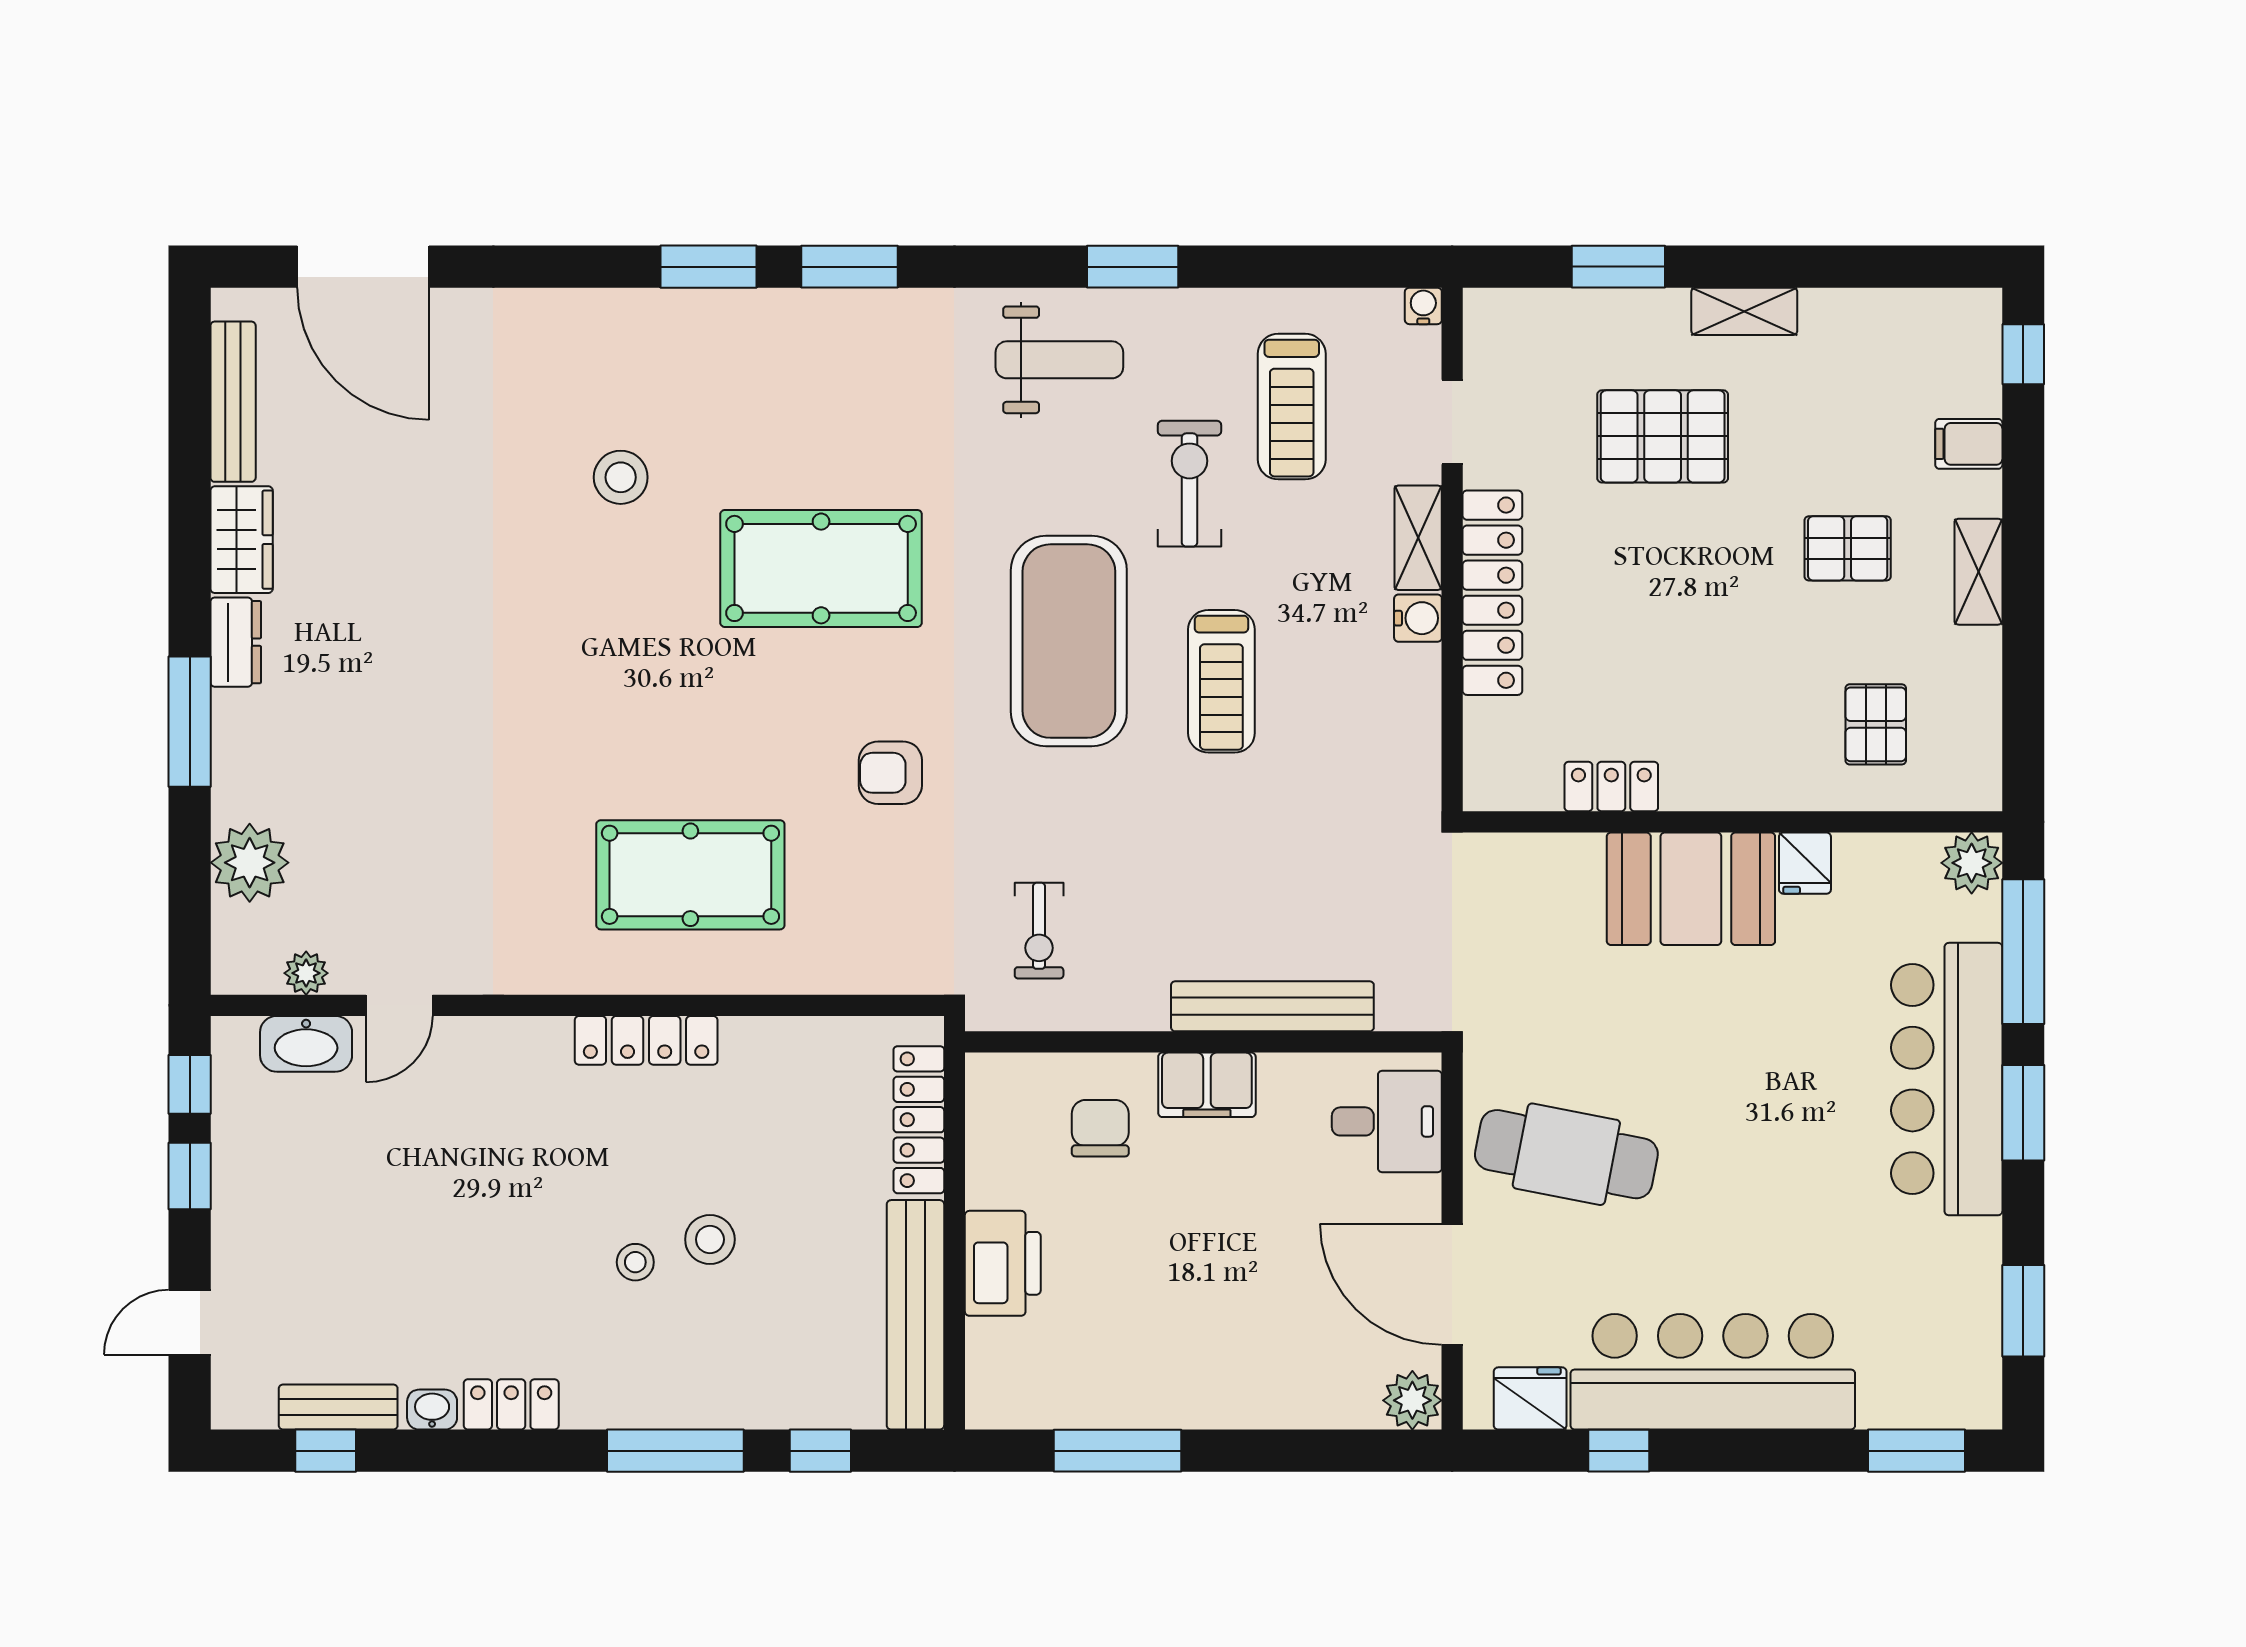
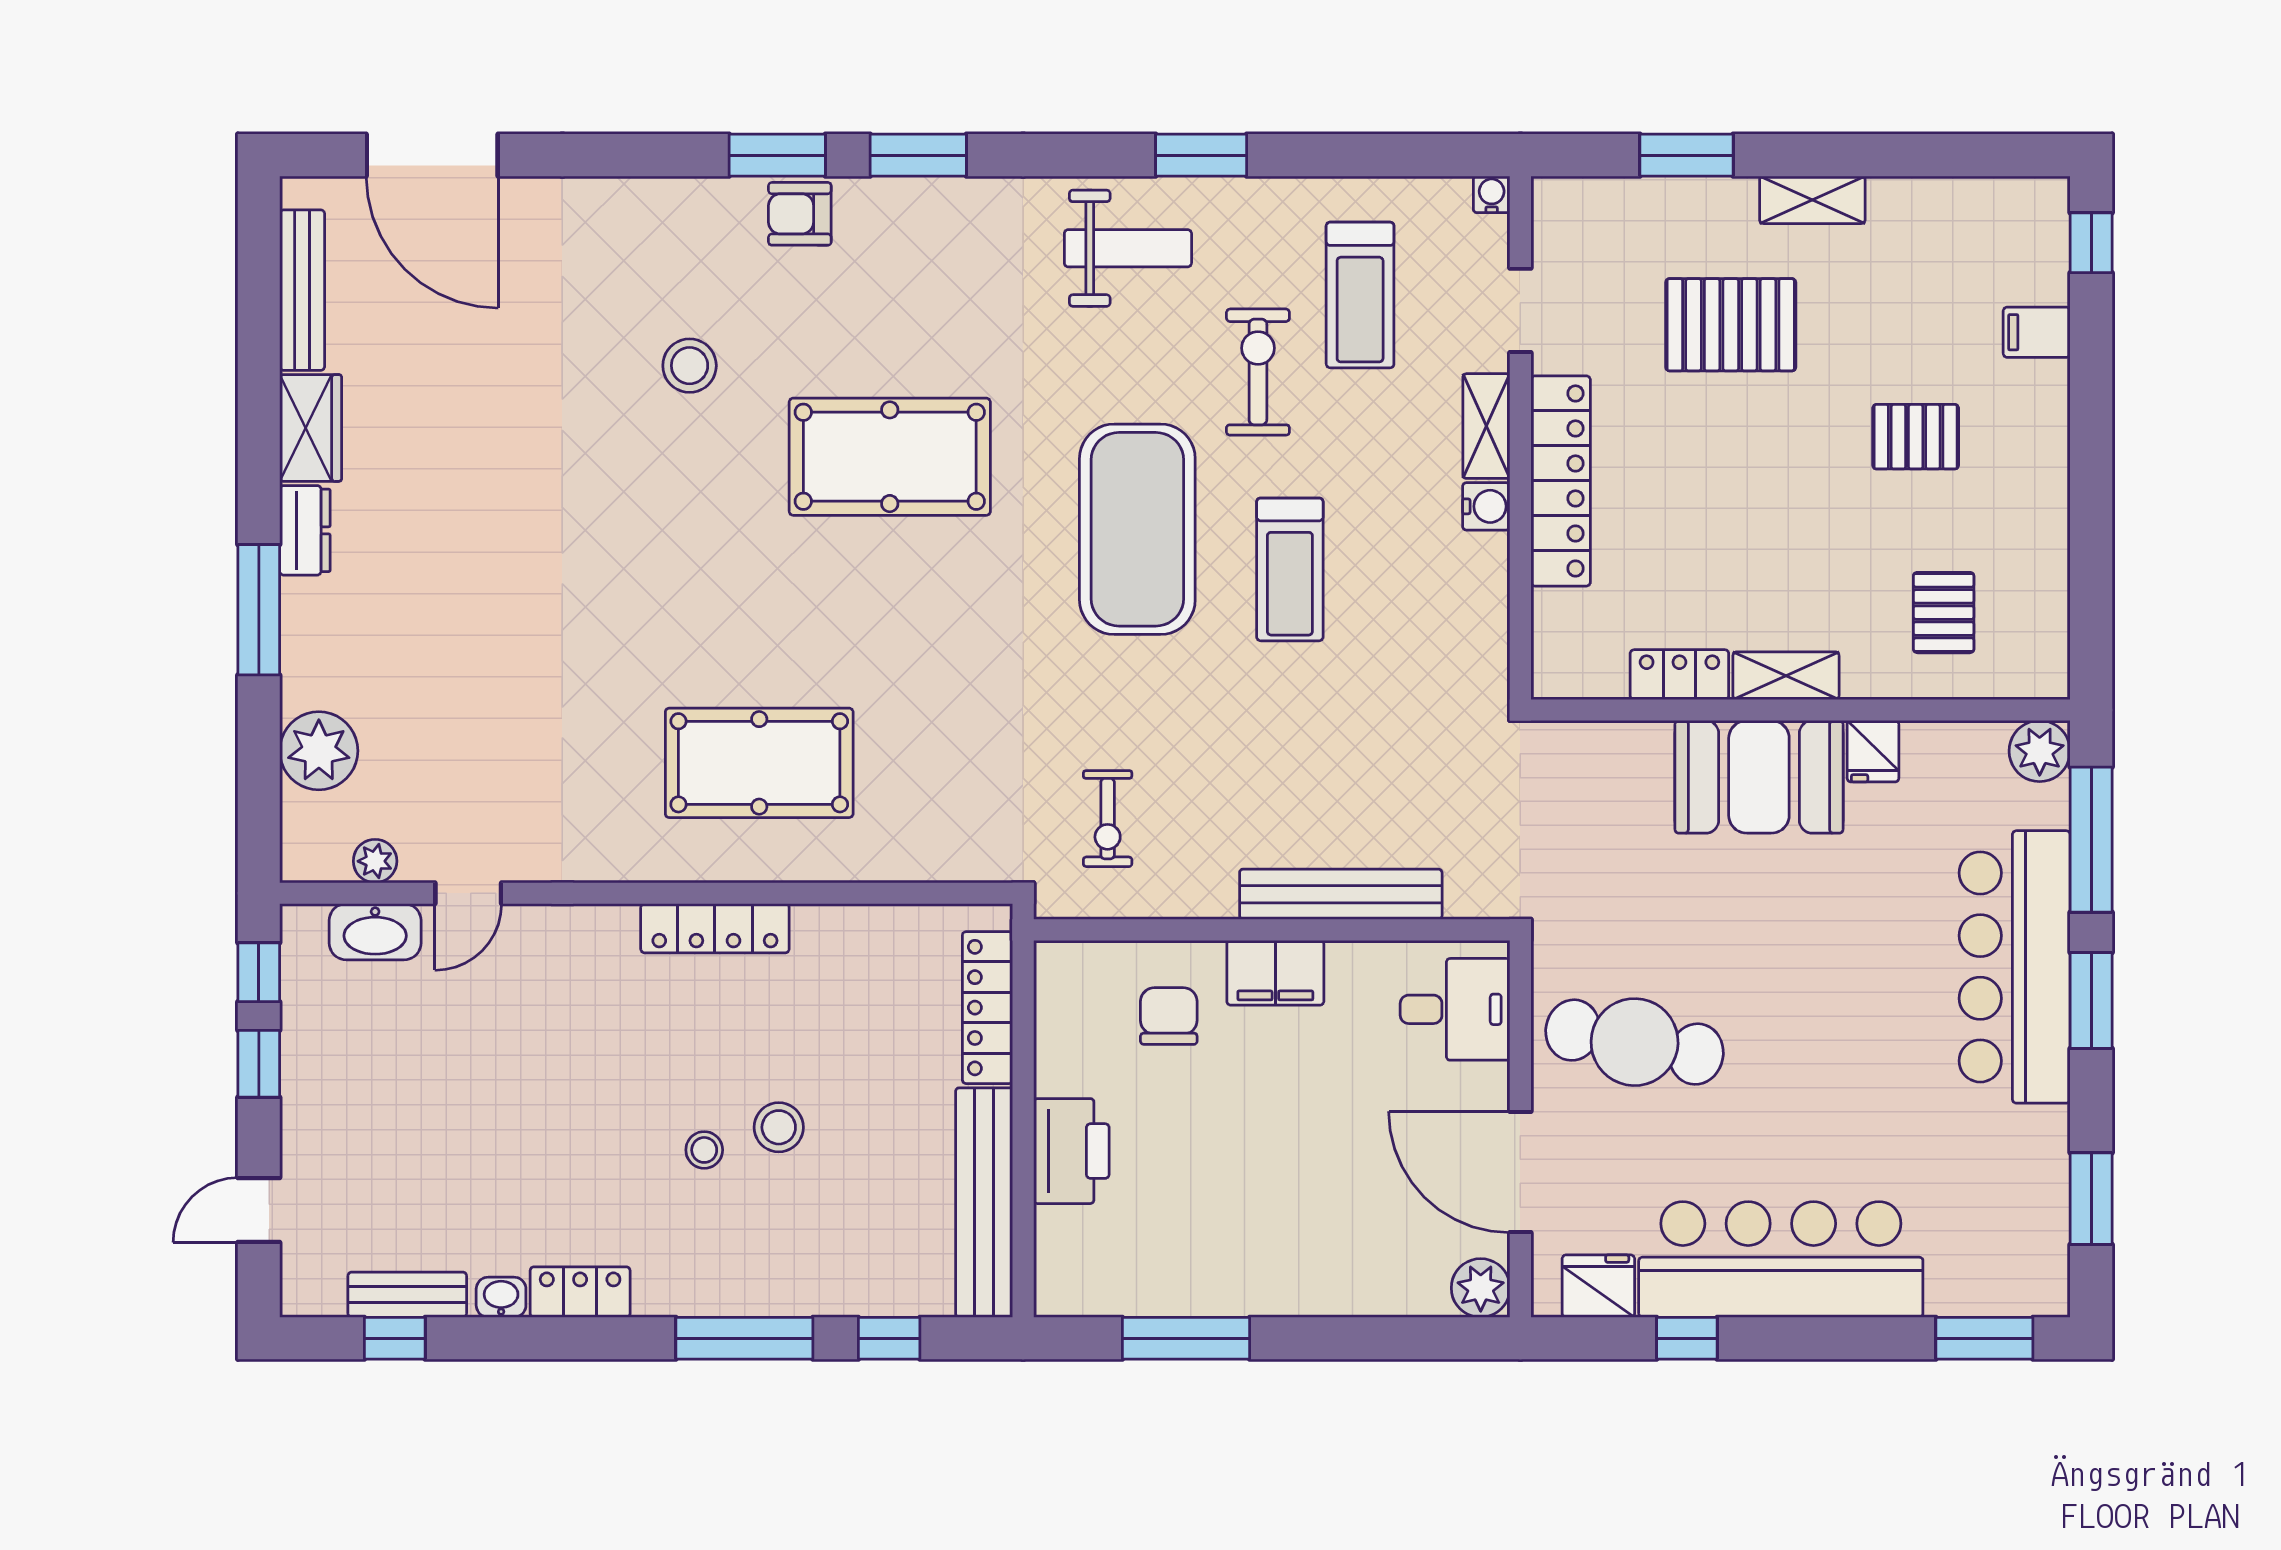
shelving: (1978, 572) -> (1786, 676), moved, turned 90
armchair: (890, 773) -> (800, 214), moved

